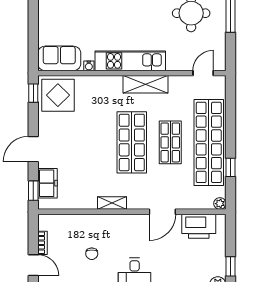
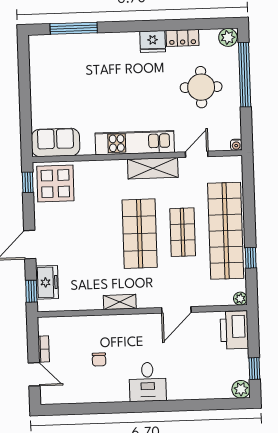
water cooler: (89, 66) -> (236, 145), moved
door: (203, 73) -> (197, 154), moved
printer: (199, 226) -> (234, 330), moved, turned 90

